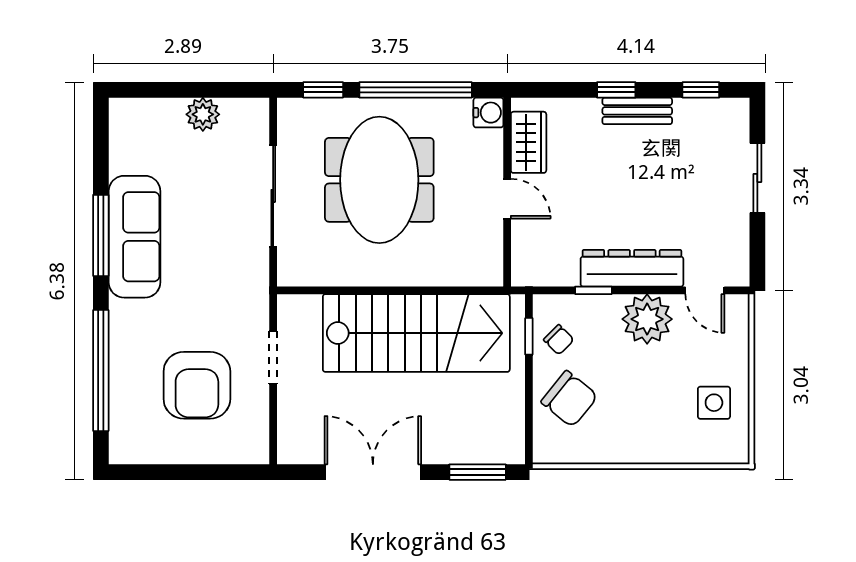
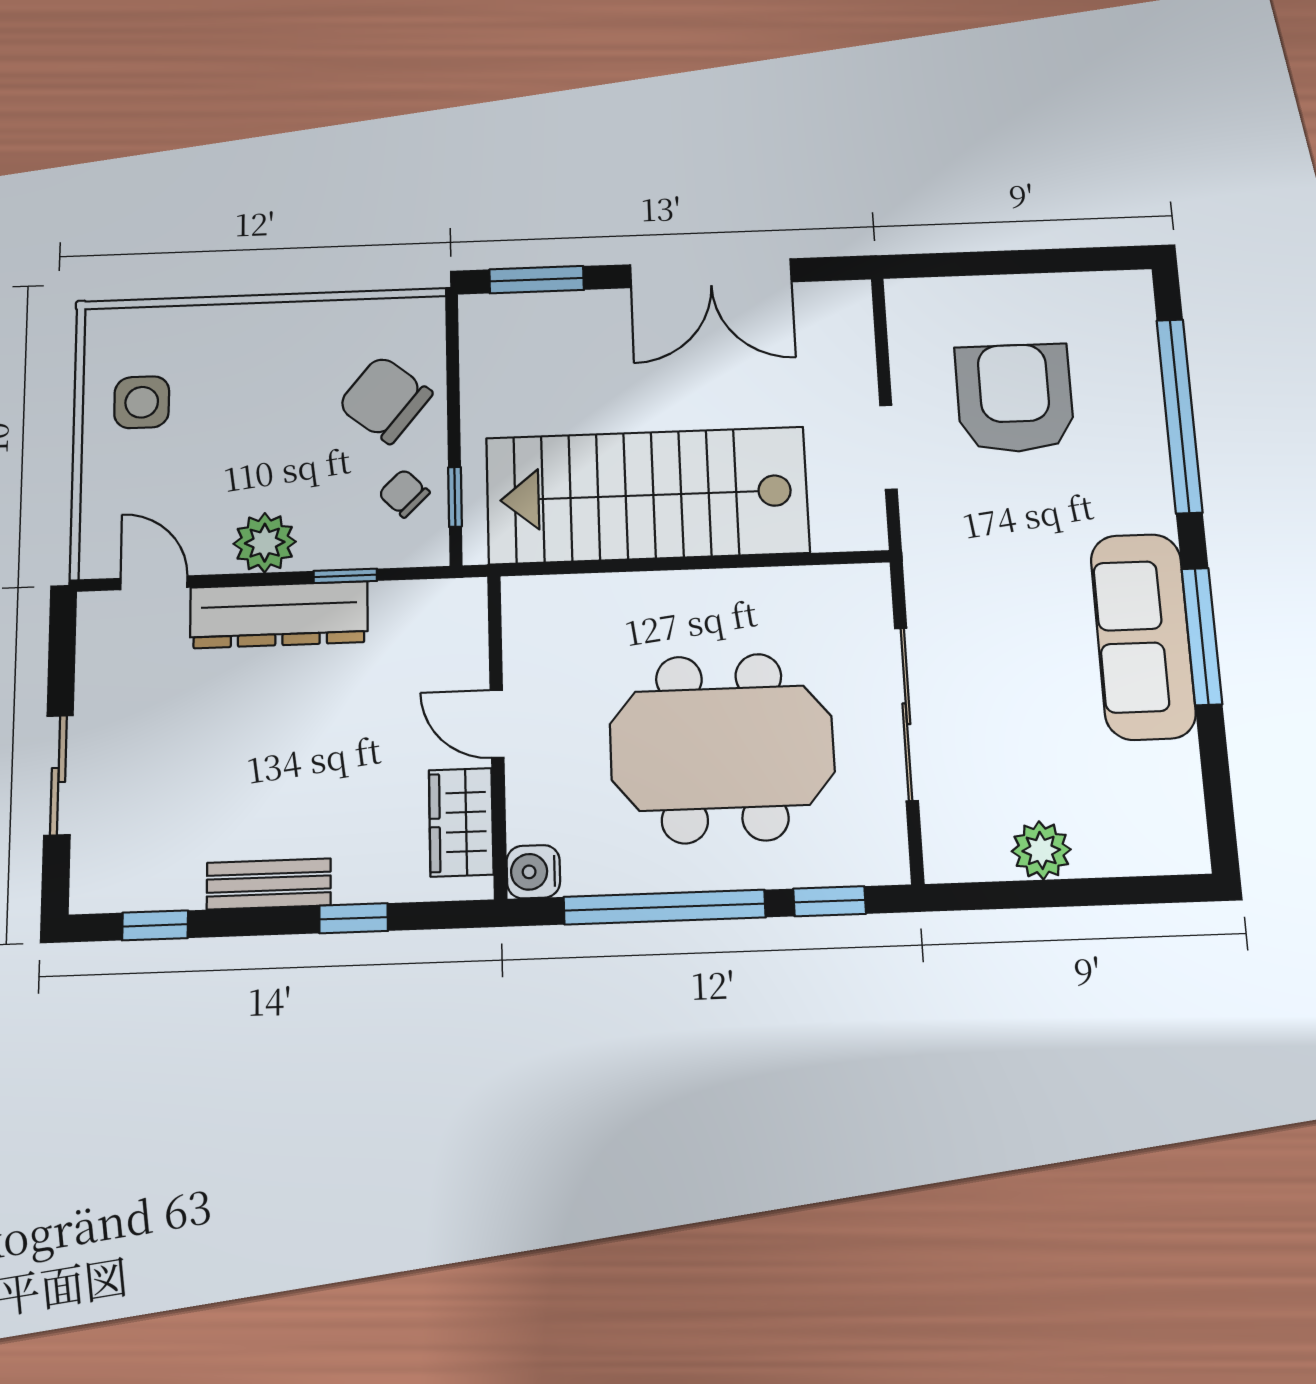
window: (616, 90) -> (354, 918), moved
meeting table: (379, 180) -> (722, 748), turned 90
plant: (647, 319) -> (265, 543), width x0.73, depth x0.73

